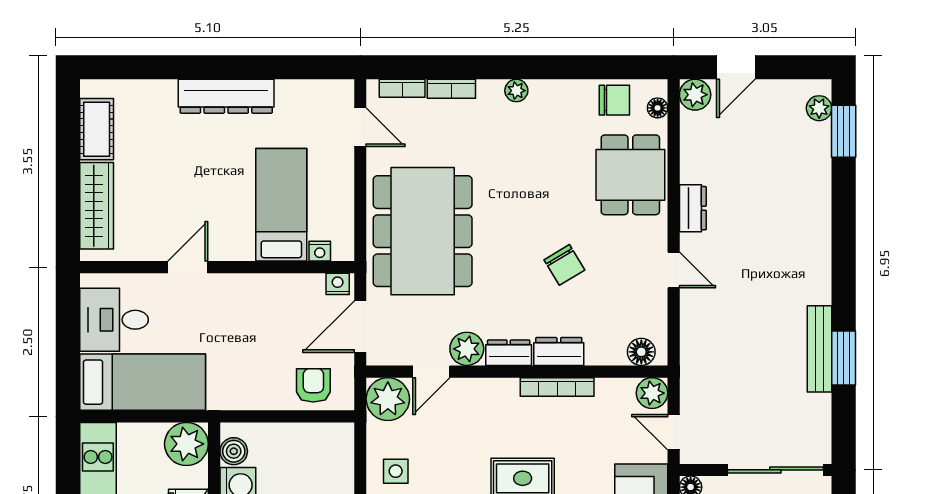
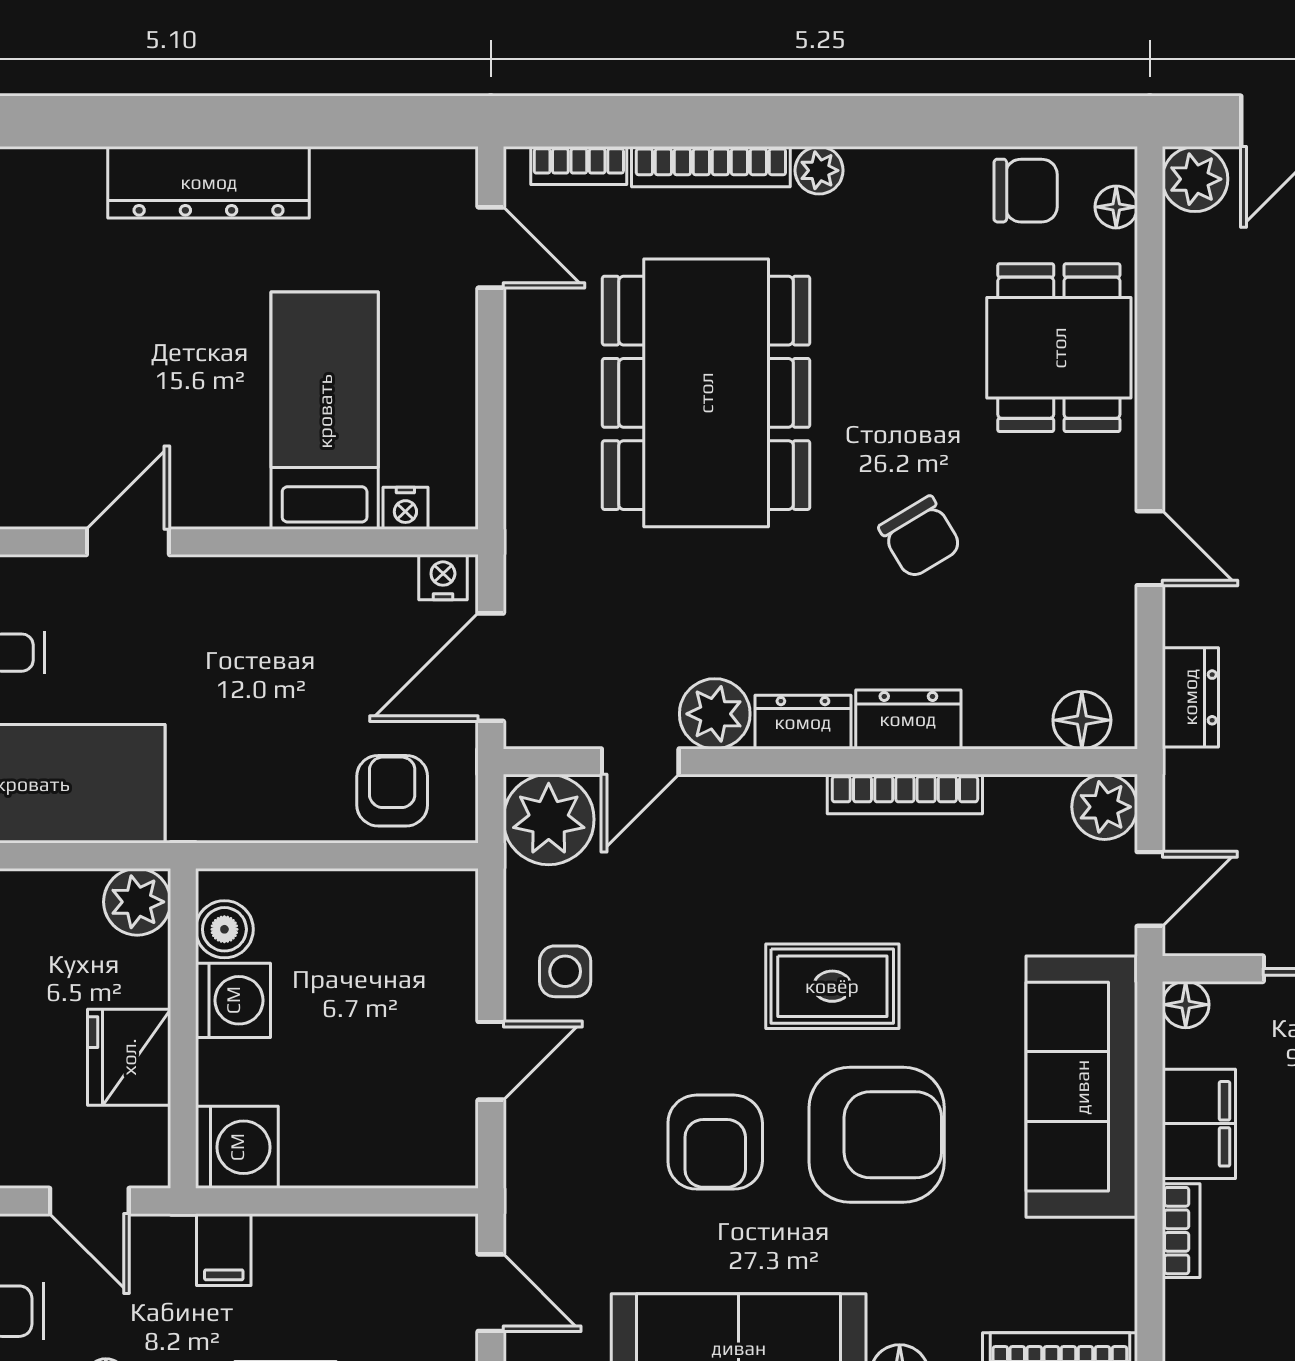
bookcase: (451, 89) -> (711, 167), width x1.56
dresser: (693, 208) -> (1190, 697), moved
dining table: (423, 231) -> (706, 393), moved
door: (674, 432) -> (1150, 889), swing flipped
plant: (186, 444) -> (137, 902), width x0.73, depth x0.73

